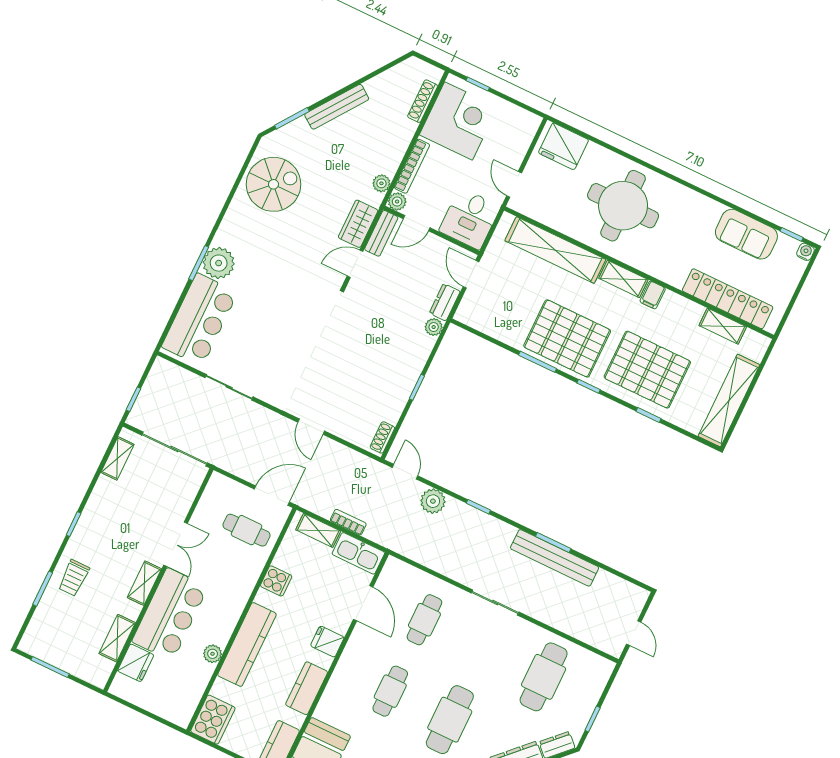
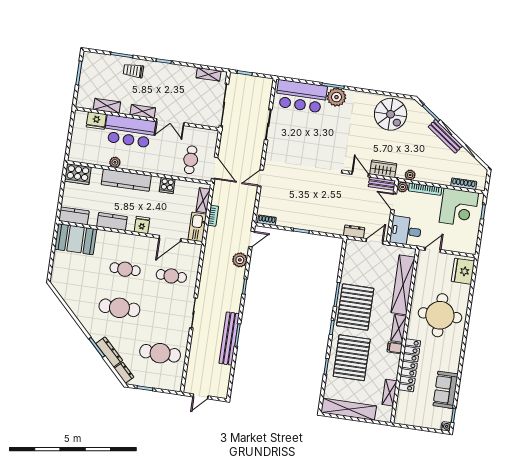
locker: (728, 299) -> (409, 365), moved
plant: (434, 327) -> (338, 230), removed

